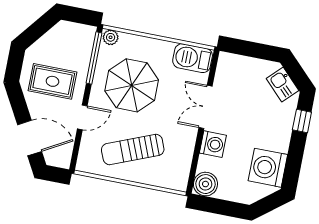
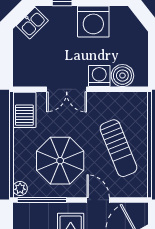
washing machine: (268, 168) -> (93, 21), moved
boiler: (205, 184) -> (122, 76), moved

